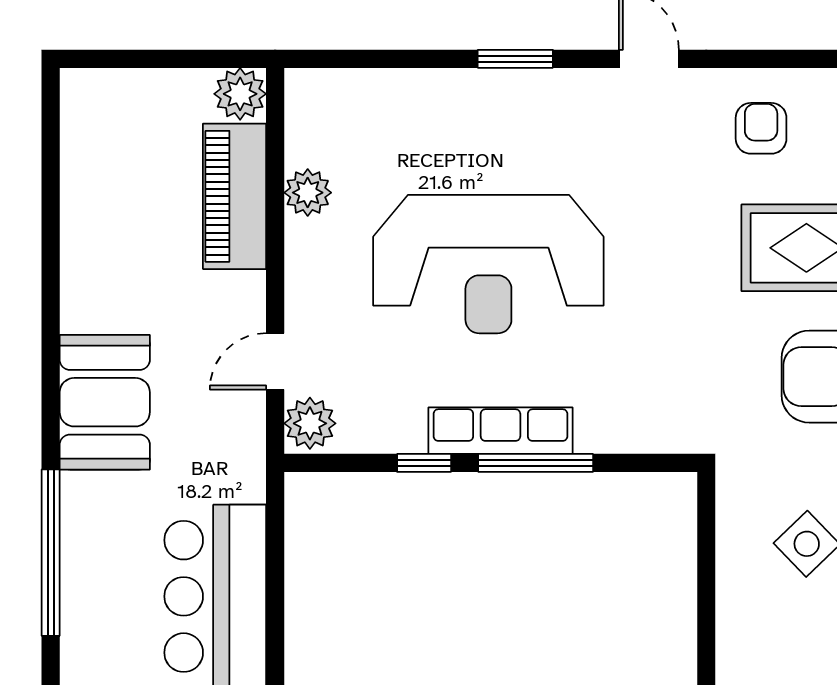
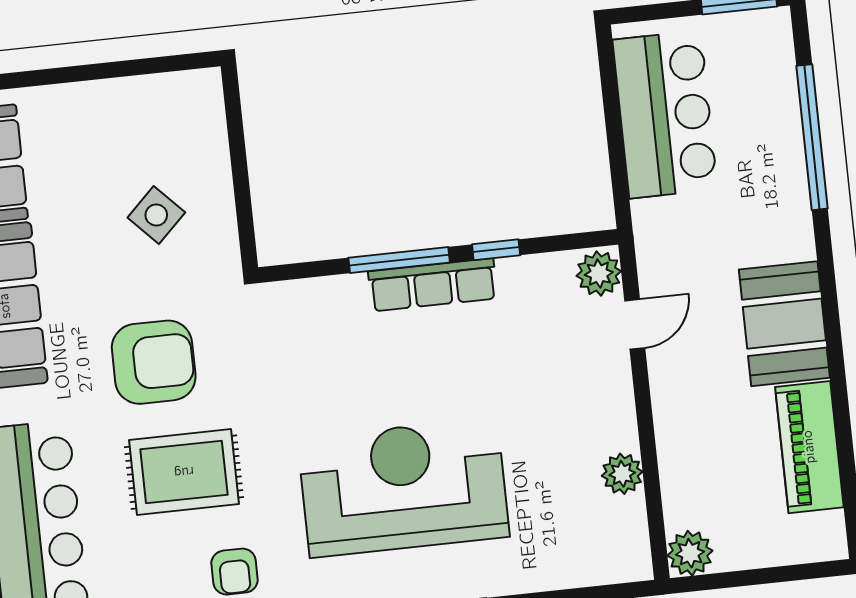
piano: (235, 196) -> (809, 447), moved, turned 180
reception desk: (488, 264) -> (404, 488), moved
booth: (105, 402) -> (784, 324), moved

